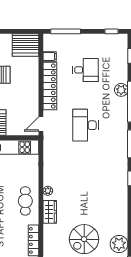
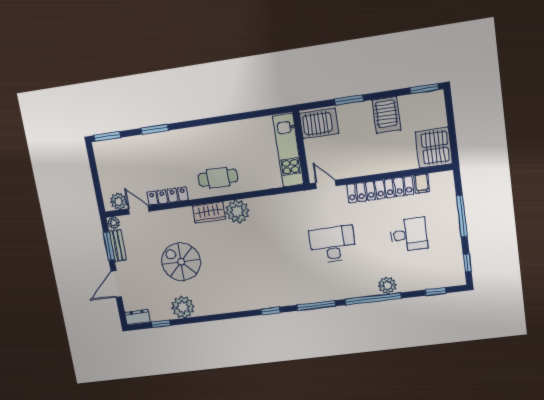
window: (66, 31) -> (462, 216), moved
desk: (85, 70) -> (409, 235), turned -90
plant: (48, 191) -> (237, 212), width x1.87, depth x1.87

